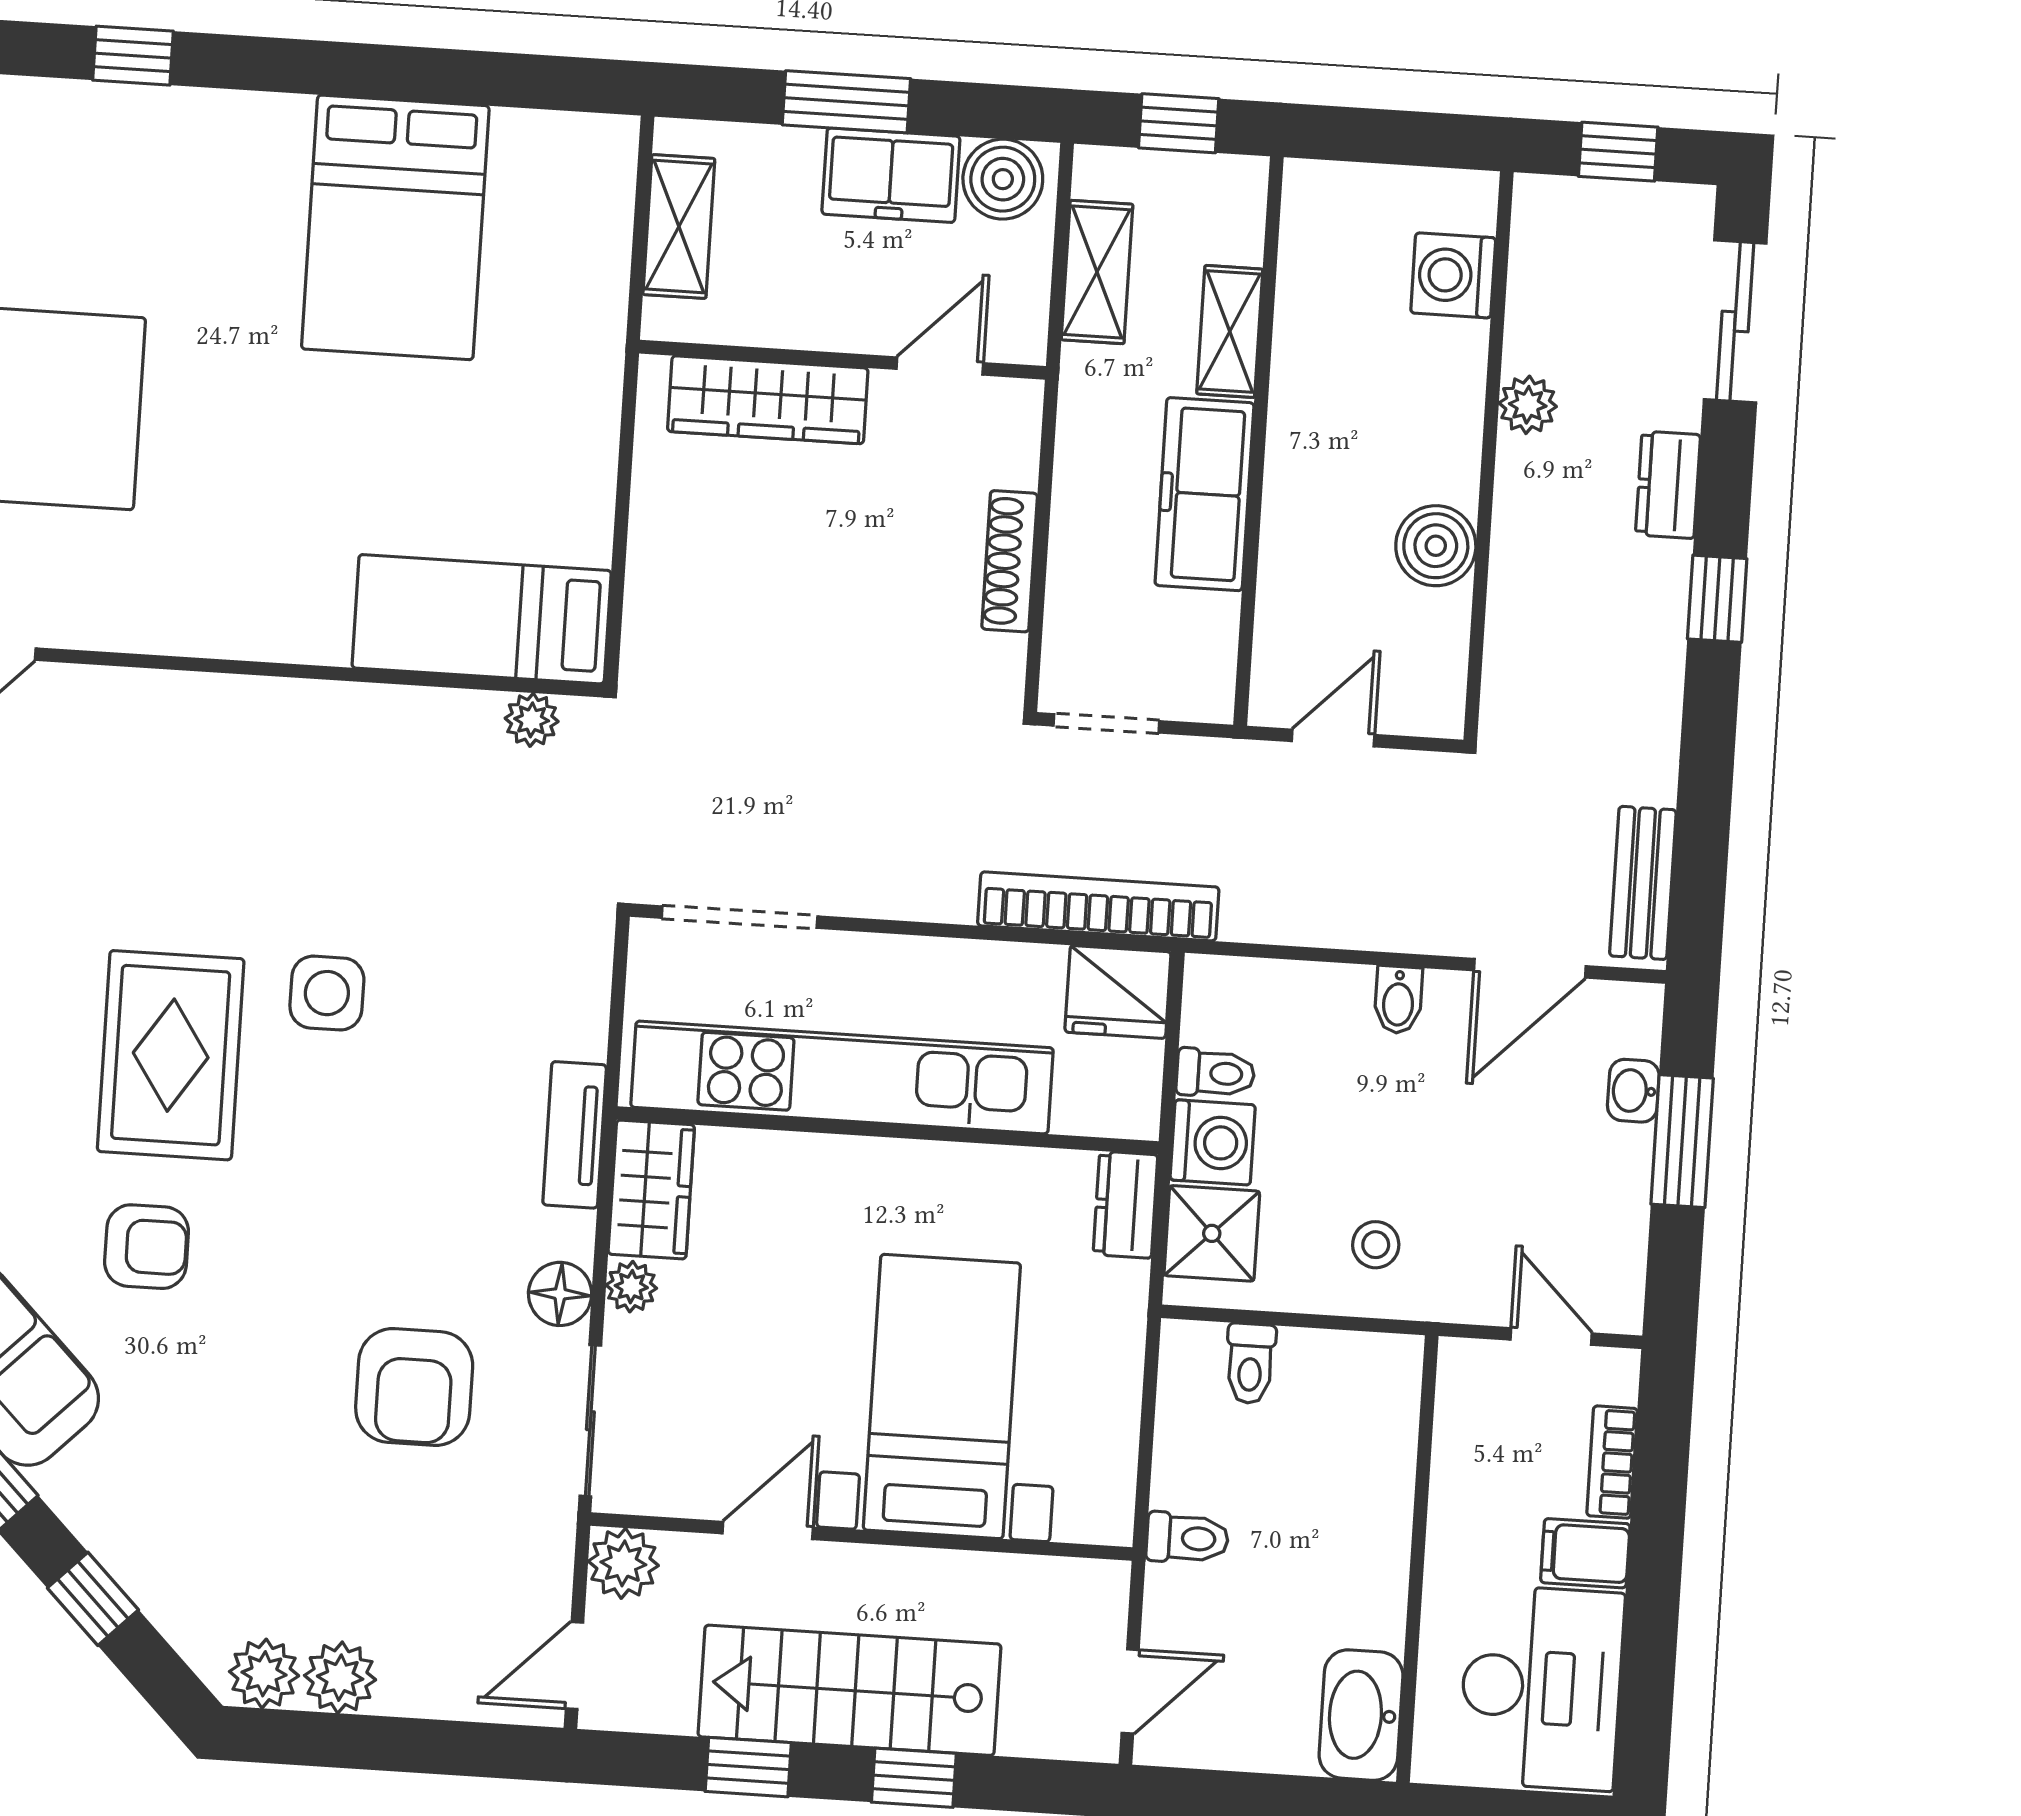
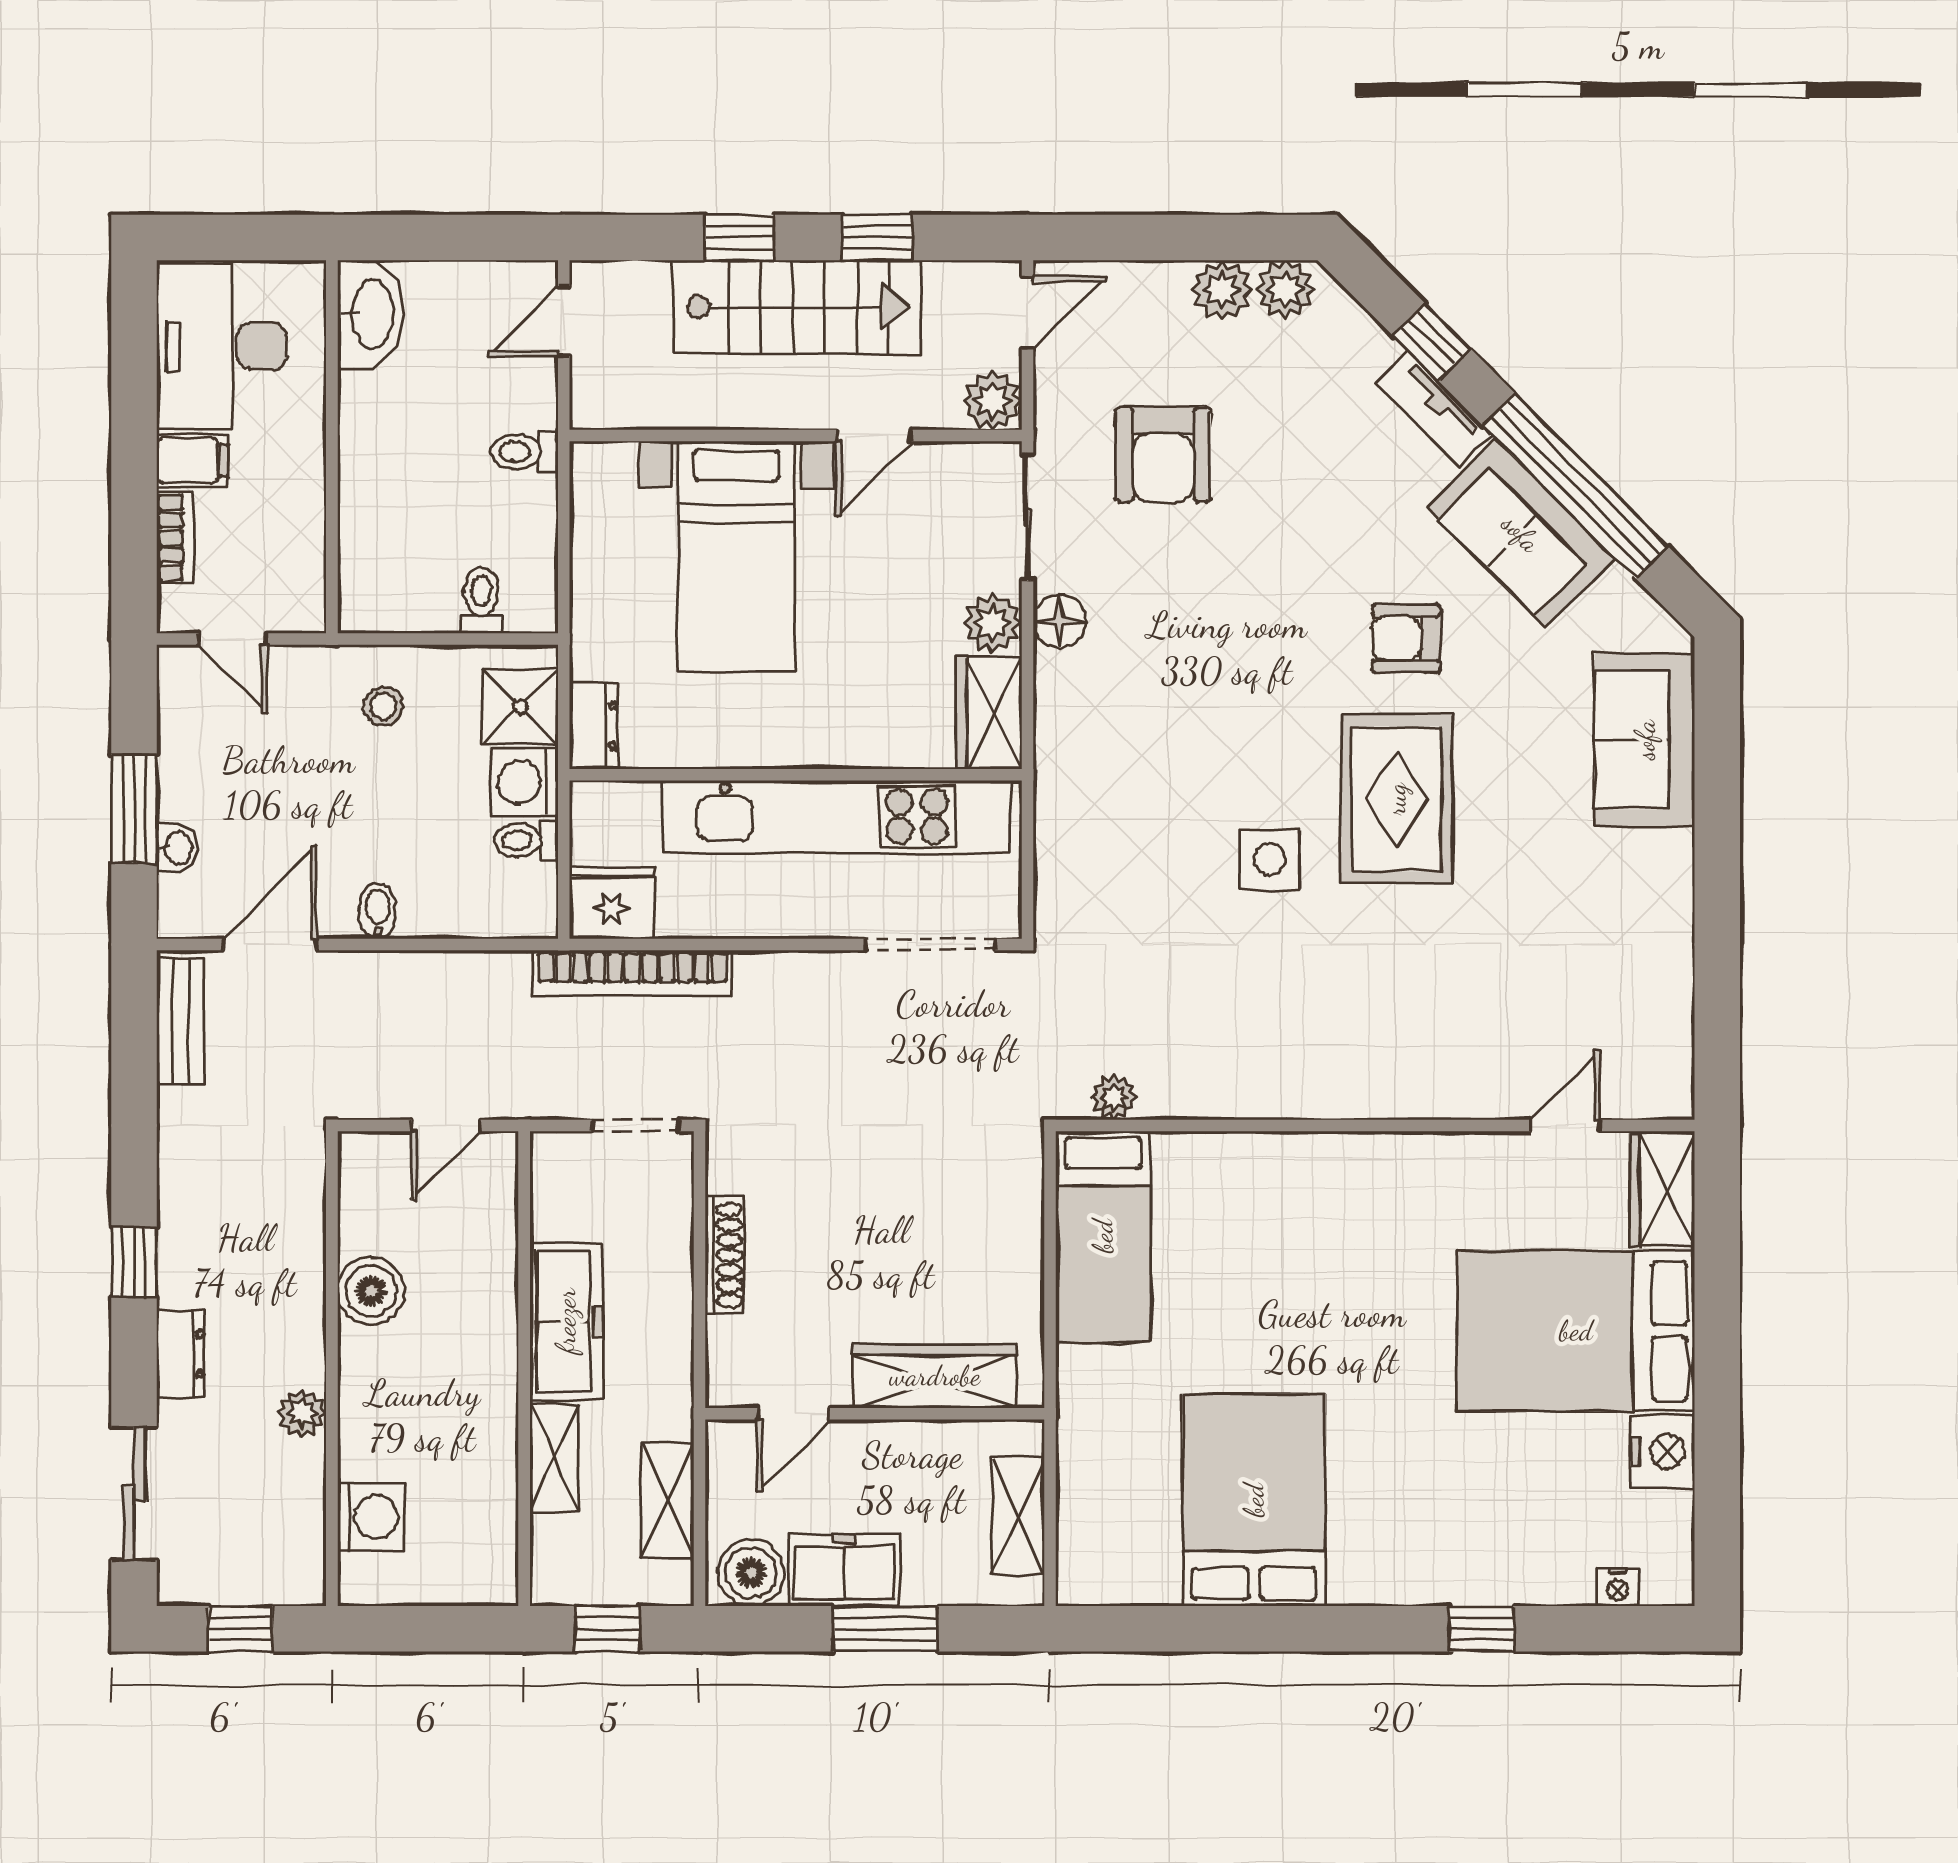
bed: (482, 619) -> (1103, 1236), moved, turned 90
tv unit: (575, 1135) -> (1434, 408), moved, turned 135
plant: (631, 1287) -> (993, 623), width x1.38, depth x1.38
armchair: (414, 1387) -> (1163, 455), moved, turned 180

